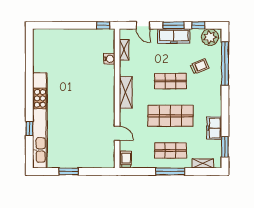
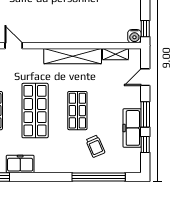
freezer: (174, 36) -> (132, 128), moved
plant: (210, 37) -> (131, 159), removed
water cooler: (109, 59) -> (134, 36), moved
shelving: (126, 92) -> (73, 56), width x1.47
door: (117, 133) -> (14, 46), swing flipped

